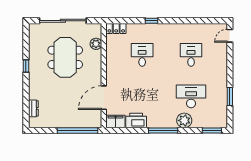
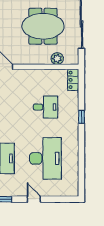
door: (230, 36) -> (34, 199), moved
desk: (191, 55) -> (46, 158), width x1.87, depth x1.30

